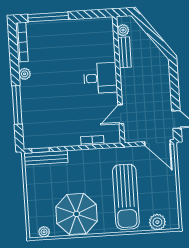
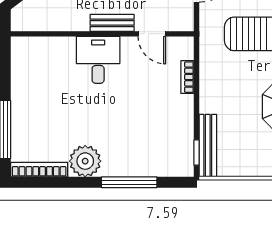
plant: (123, 30) -> (31, 23), removed
bench: (124, 52) -> (112, 23), moved
plant: (25, 74) -> (85, 161), width x1.87, depth x1.87

